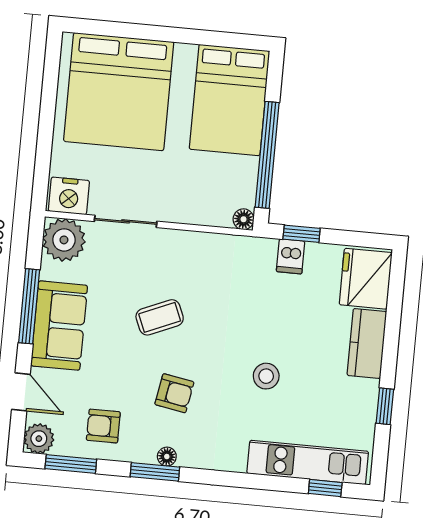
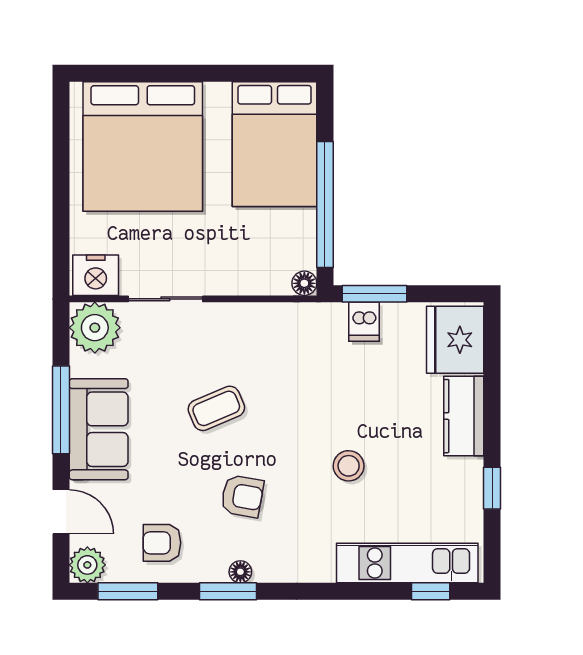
window: (302, 234) -> (375, 294), width x1.50

